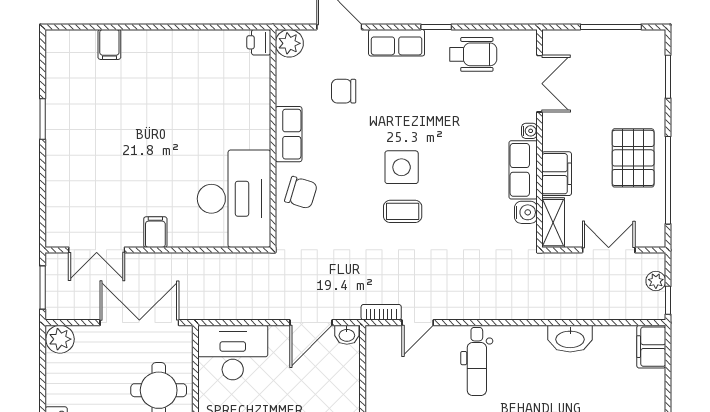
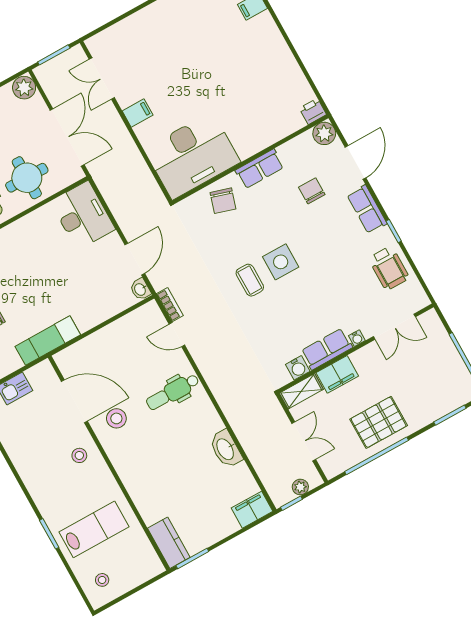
door: (311, 323) -> (135, 259), swing flipped

